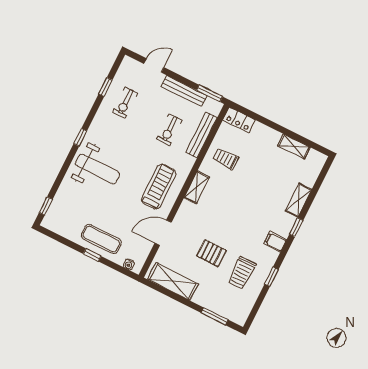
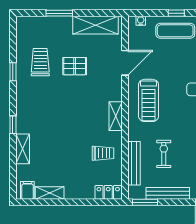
filing cabinet: (275, 242) -> (27, 190), moved, turned -90
window: (215, 316) -> (59, 13), moved

